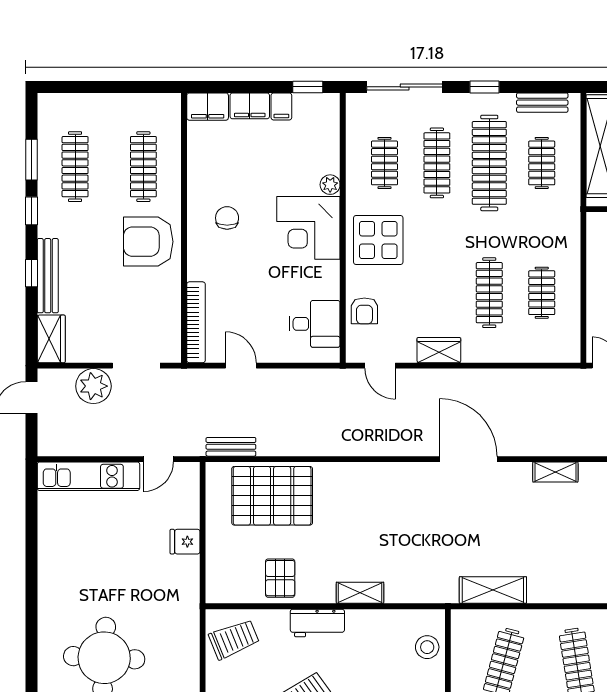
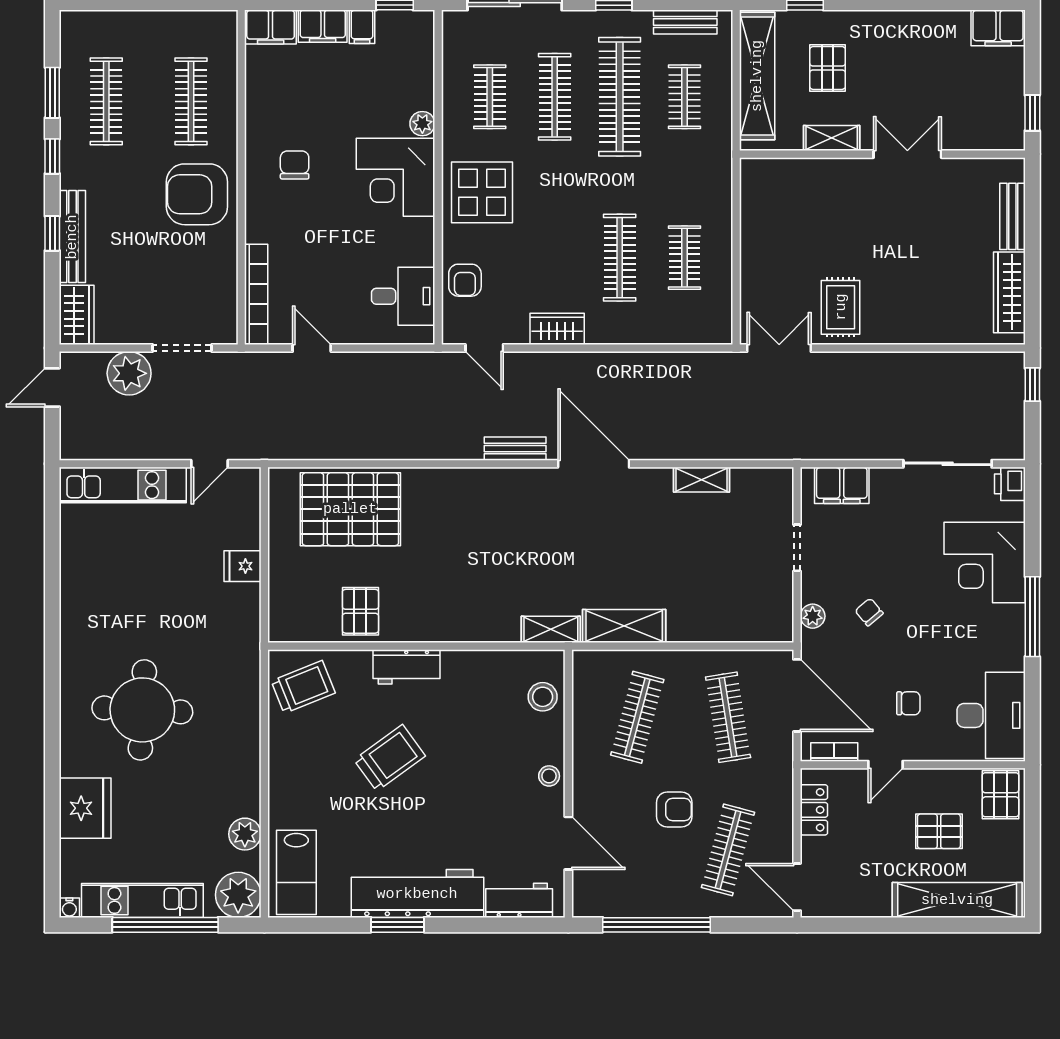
bench: (231, 447) -> (515, 449), moved
shelving: (360, 593) -> (551, 629), moved

